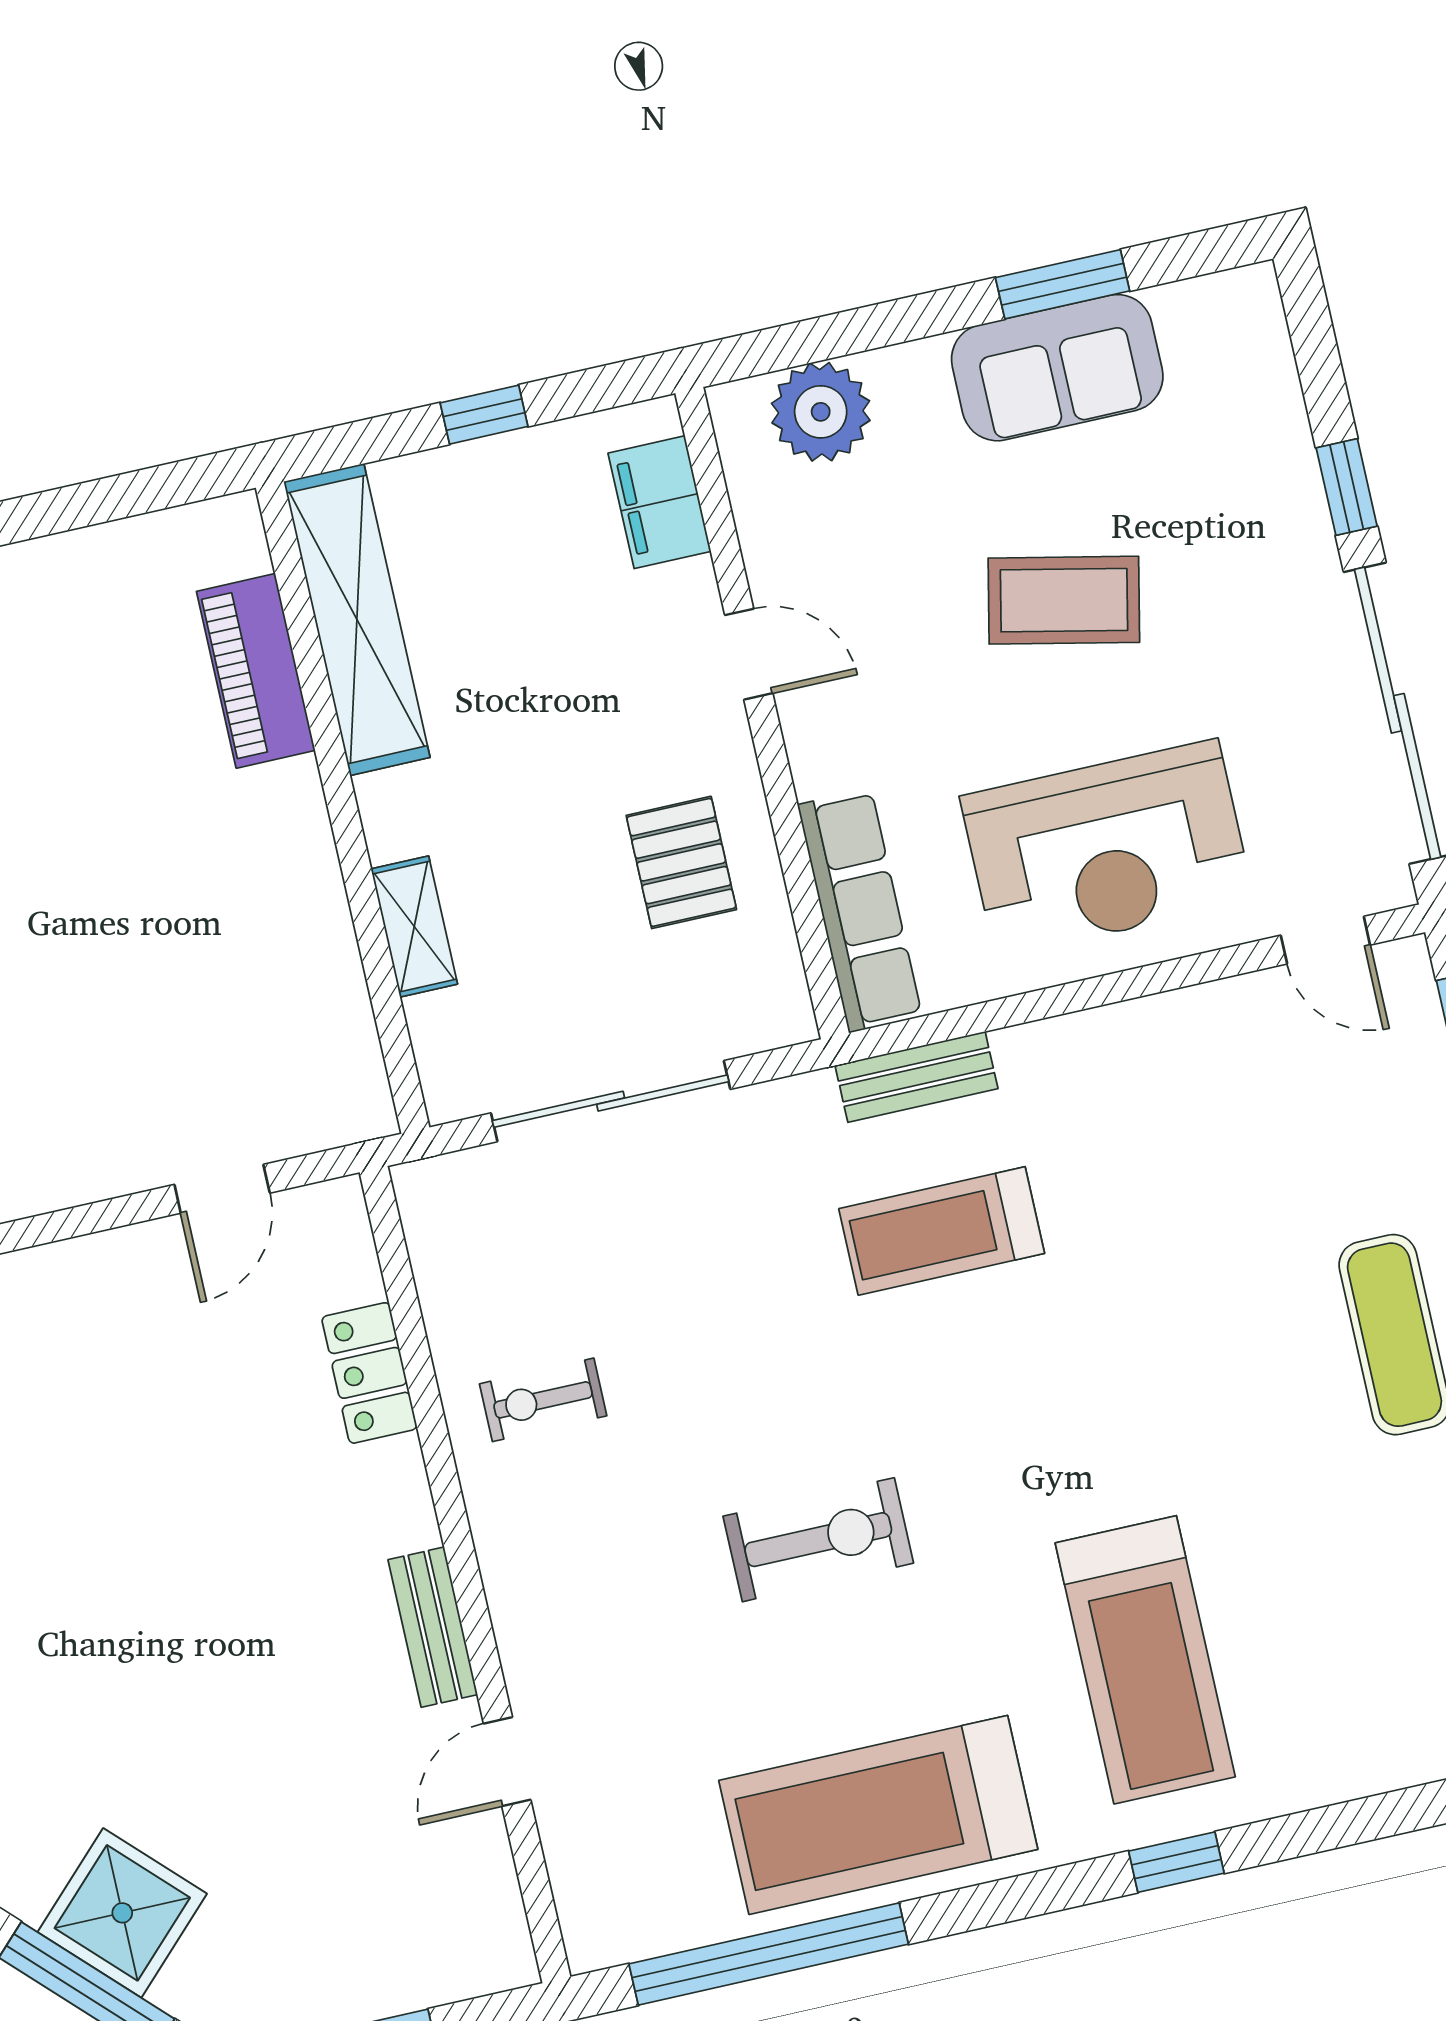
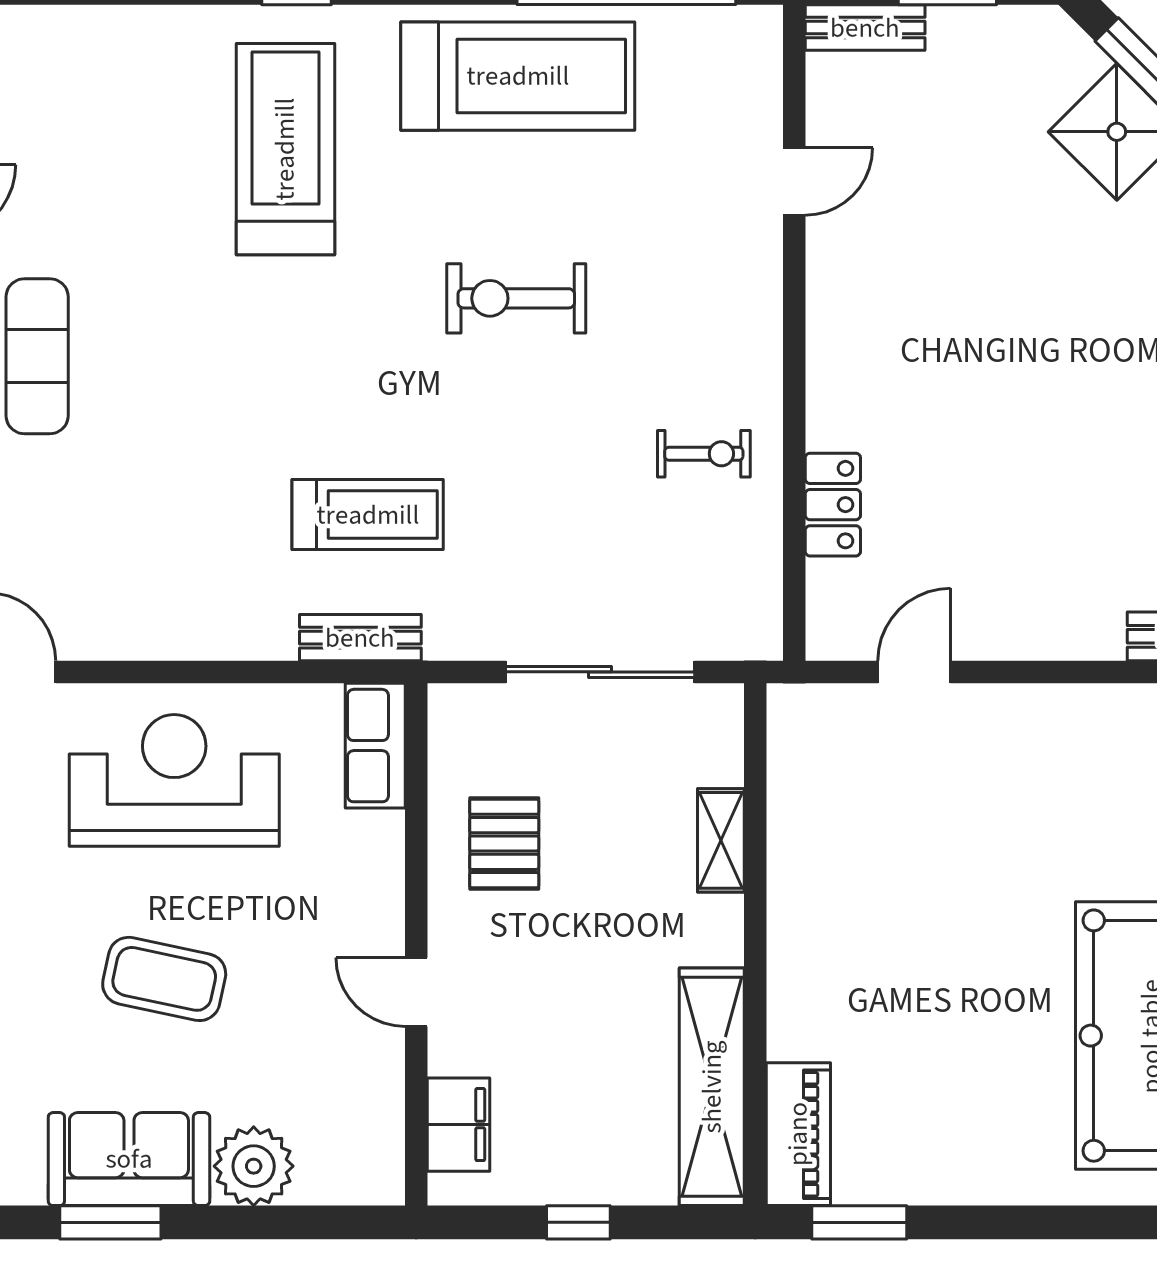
plant: (821, 412) -> (254, 1166), moved
window: (137, 493) -> (859, 1222), added
piano: (256, 671) -> (798, 1134), moved
row of seats: (860, 911) -> (375, 746), width x0.68
bench: (433, 1627) -> (865, 28), moved, turned 90

